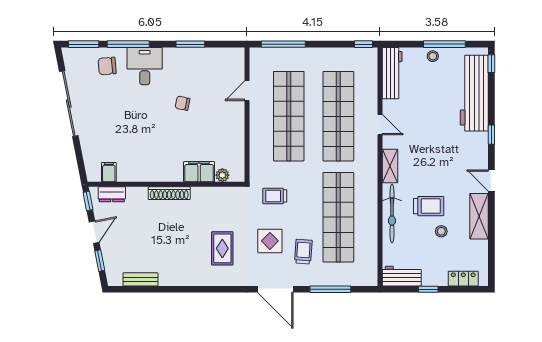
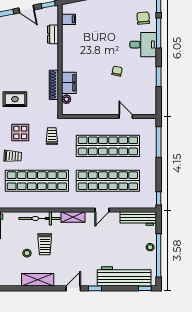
window: (444, 44) -> (159, 255), width x1.46
door: (491, 181) -> (73, 288), moved
shoe rack: (169, 193) -> (54, 85), moved
dresser: (112, 194) -> (53, 34), moved

